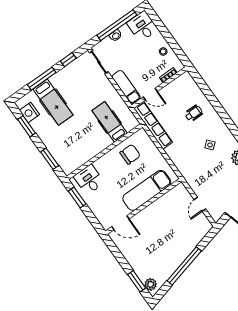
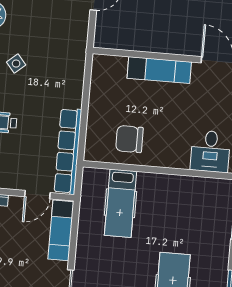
door: (150, 94) -> (37, 195), swing flipped
exam couch: (147, 190) -> (159, 70), width x0.73, depth x0.69

